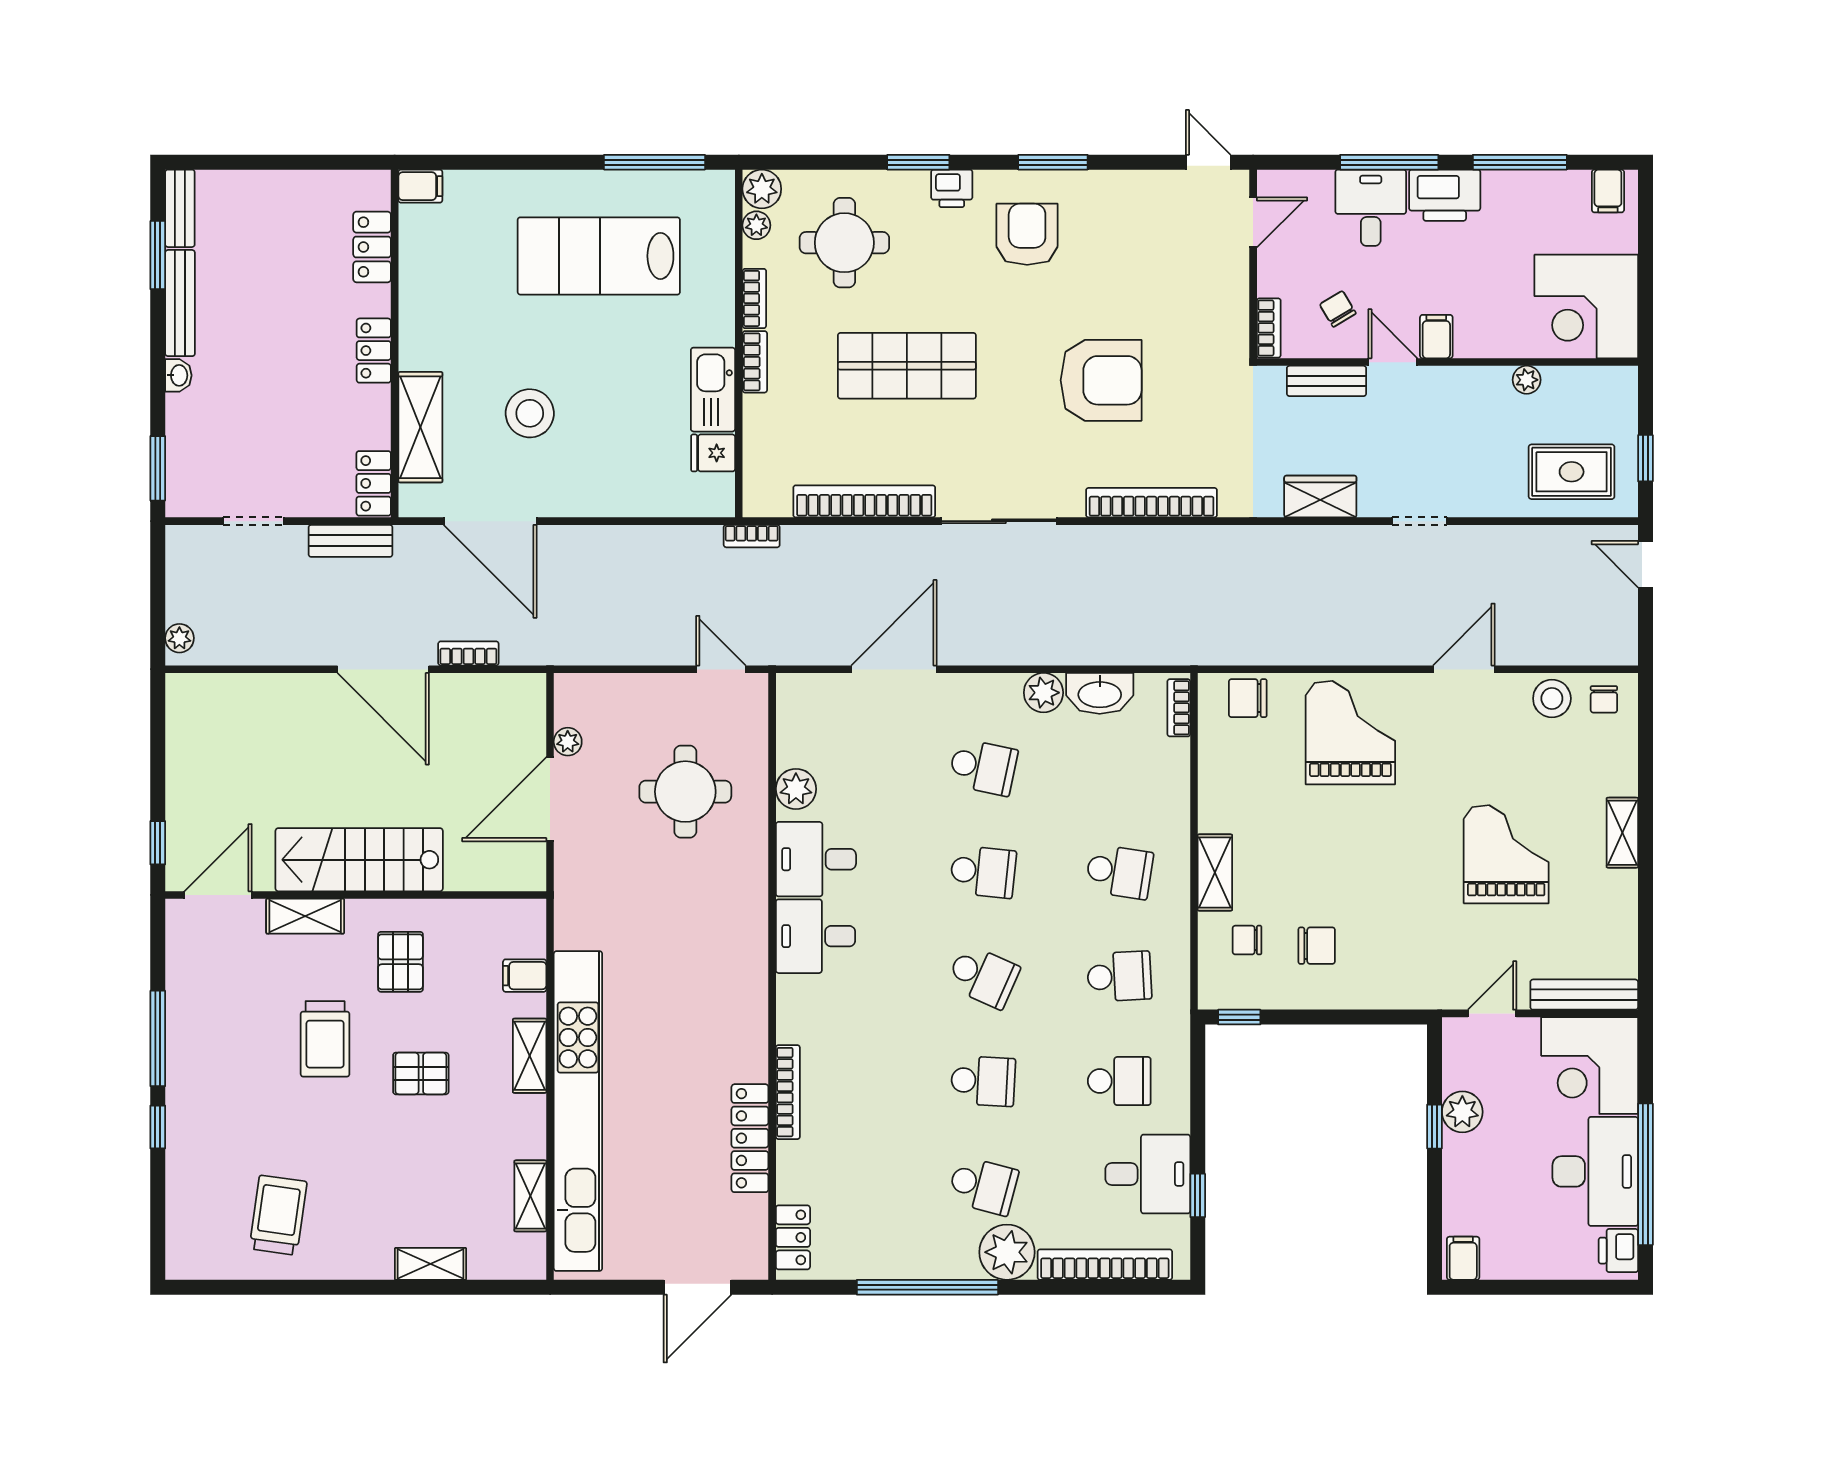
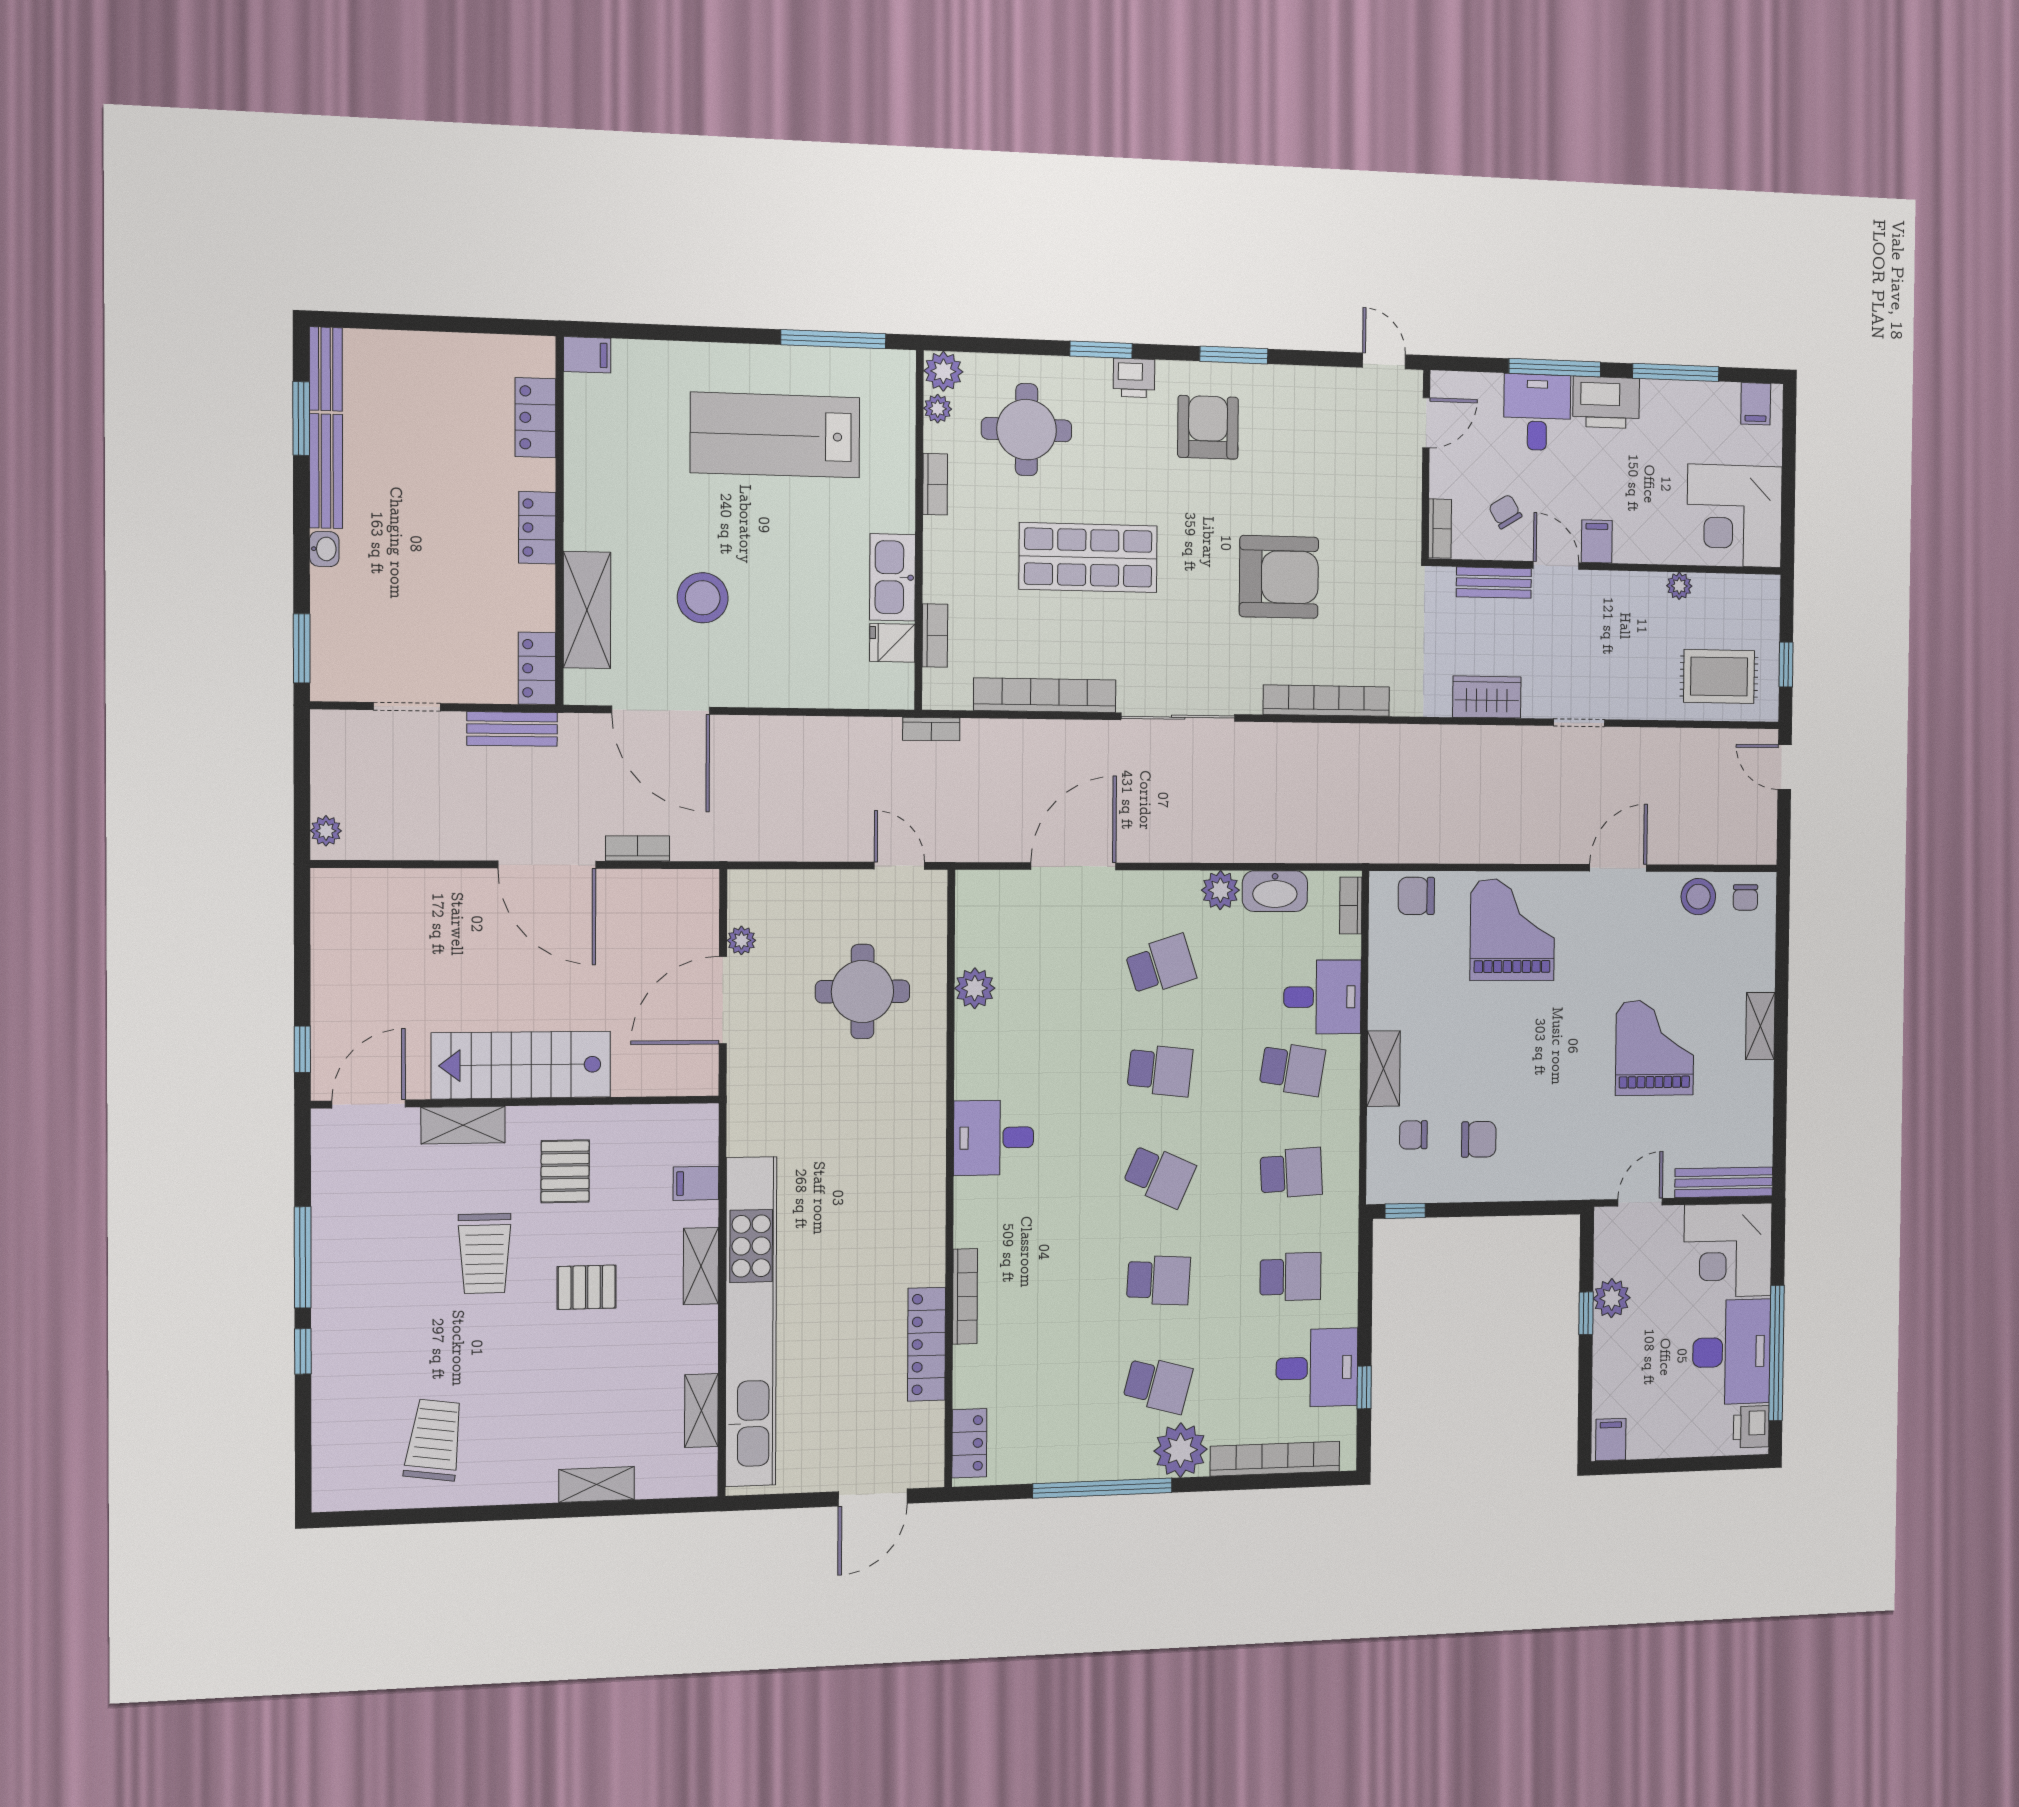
bookcase: (755, 362) -> (935, 635), moved
school desk: (983, 767) -> (1161, 965), turned -30
desk: (816, 859) -> (1322, 997), moved, turned 180

